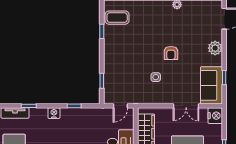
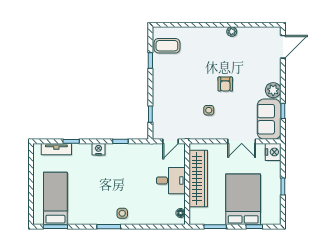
plant: (215, 48) -> (273, 90), moved

